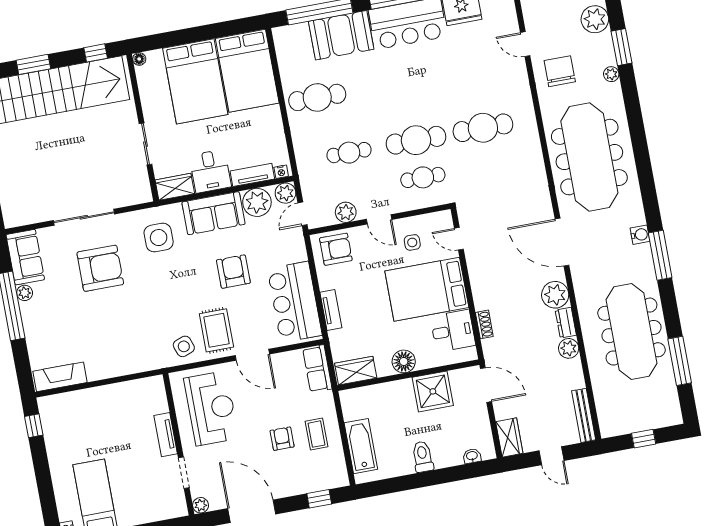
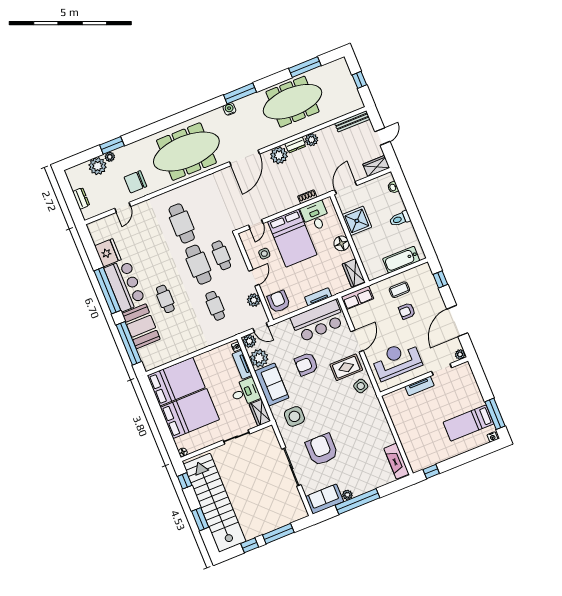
plant: (611, 74) -> (110, 157), moved
cafe table: (317, 97) -> (165, 299), moved, width x0.73, depth x0.74

